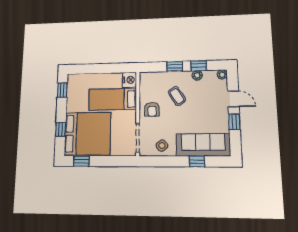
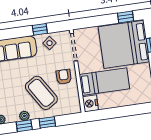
coffee table: (177, 96) -> (41, 93), width x1.86, depth x1.72
window: (197, 161) -> (40, 29), moved

